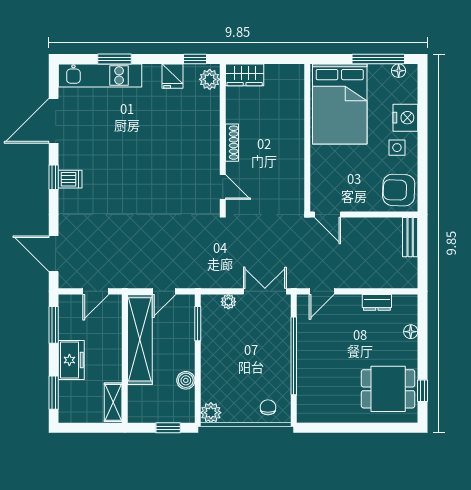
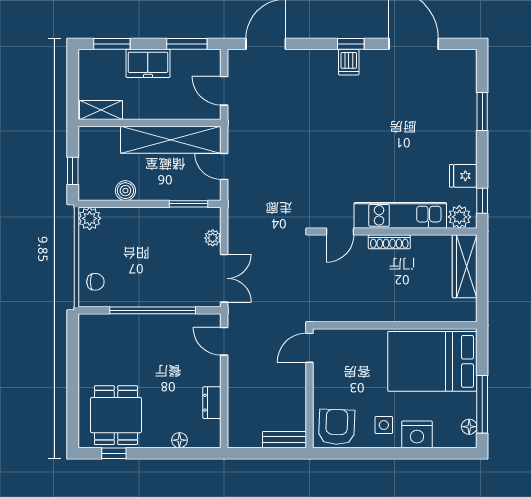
kitchen unit: (100, 75) -> (400, 215), moved, turned 90
wardrobe: (245, 75) -> (465, 266), width x1.50

